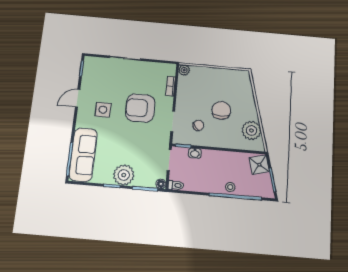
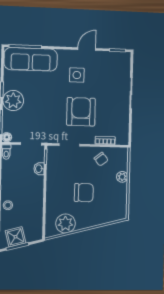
plant: (184, 70) -> (122, 177), moved
door: (78, 98) -> (87, 49), hinge flipped
chair: (198, 125) -> (101, 159), moved
shower: (259, 165) -> (16, 237), moved

